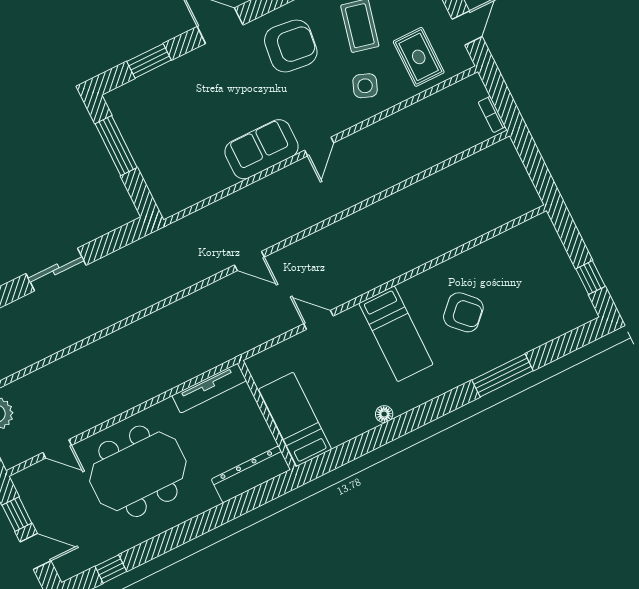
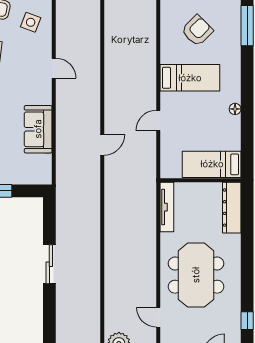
sofa: (262, 149) -> (38, 129), moved
door: (57, 449) -> (158, 317), swing flipped

